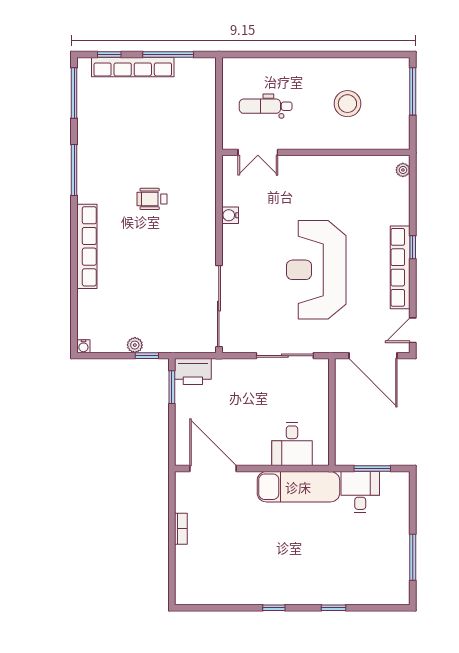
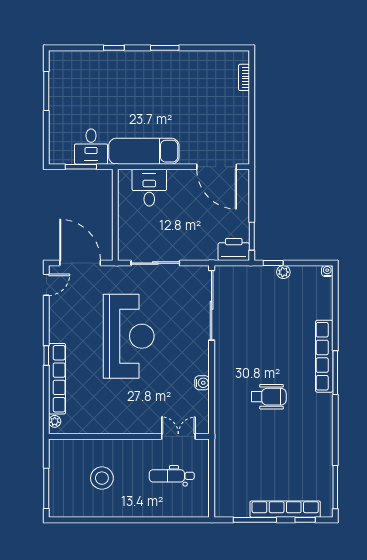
dental chair: (266, 106) -> (172, 476), turned 180
window: (74, 170) -> (335, 373), moved
wheelchair: (152, 199) -> (269, 397), width x1.36, depth x1.37
row of seats: (400, 267) -> (57, 379), moved
bookcase: (181, 529) -> (244, 77), moved
window: (274, 608) -> (165, 48), width x1.50

